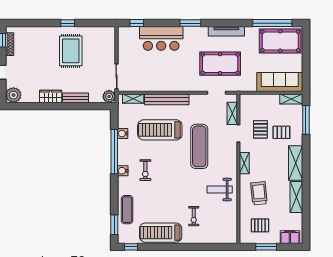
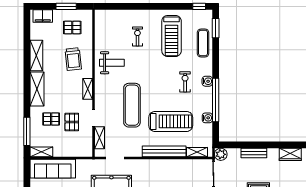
wardrobe: (51, 96) -> (290, 154), moved
treadmill: (161, 233) -> (172, 36), moved, turned 90

